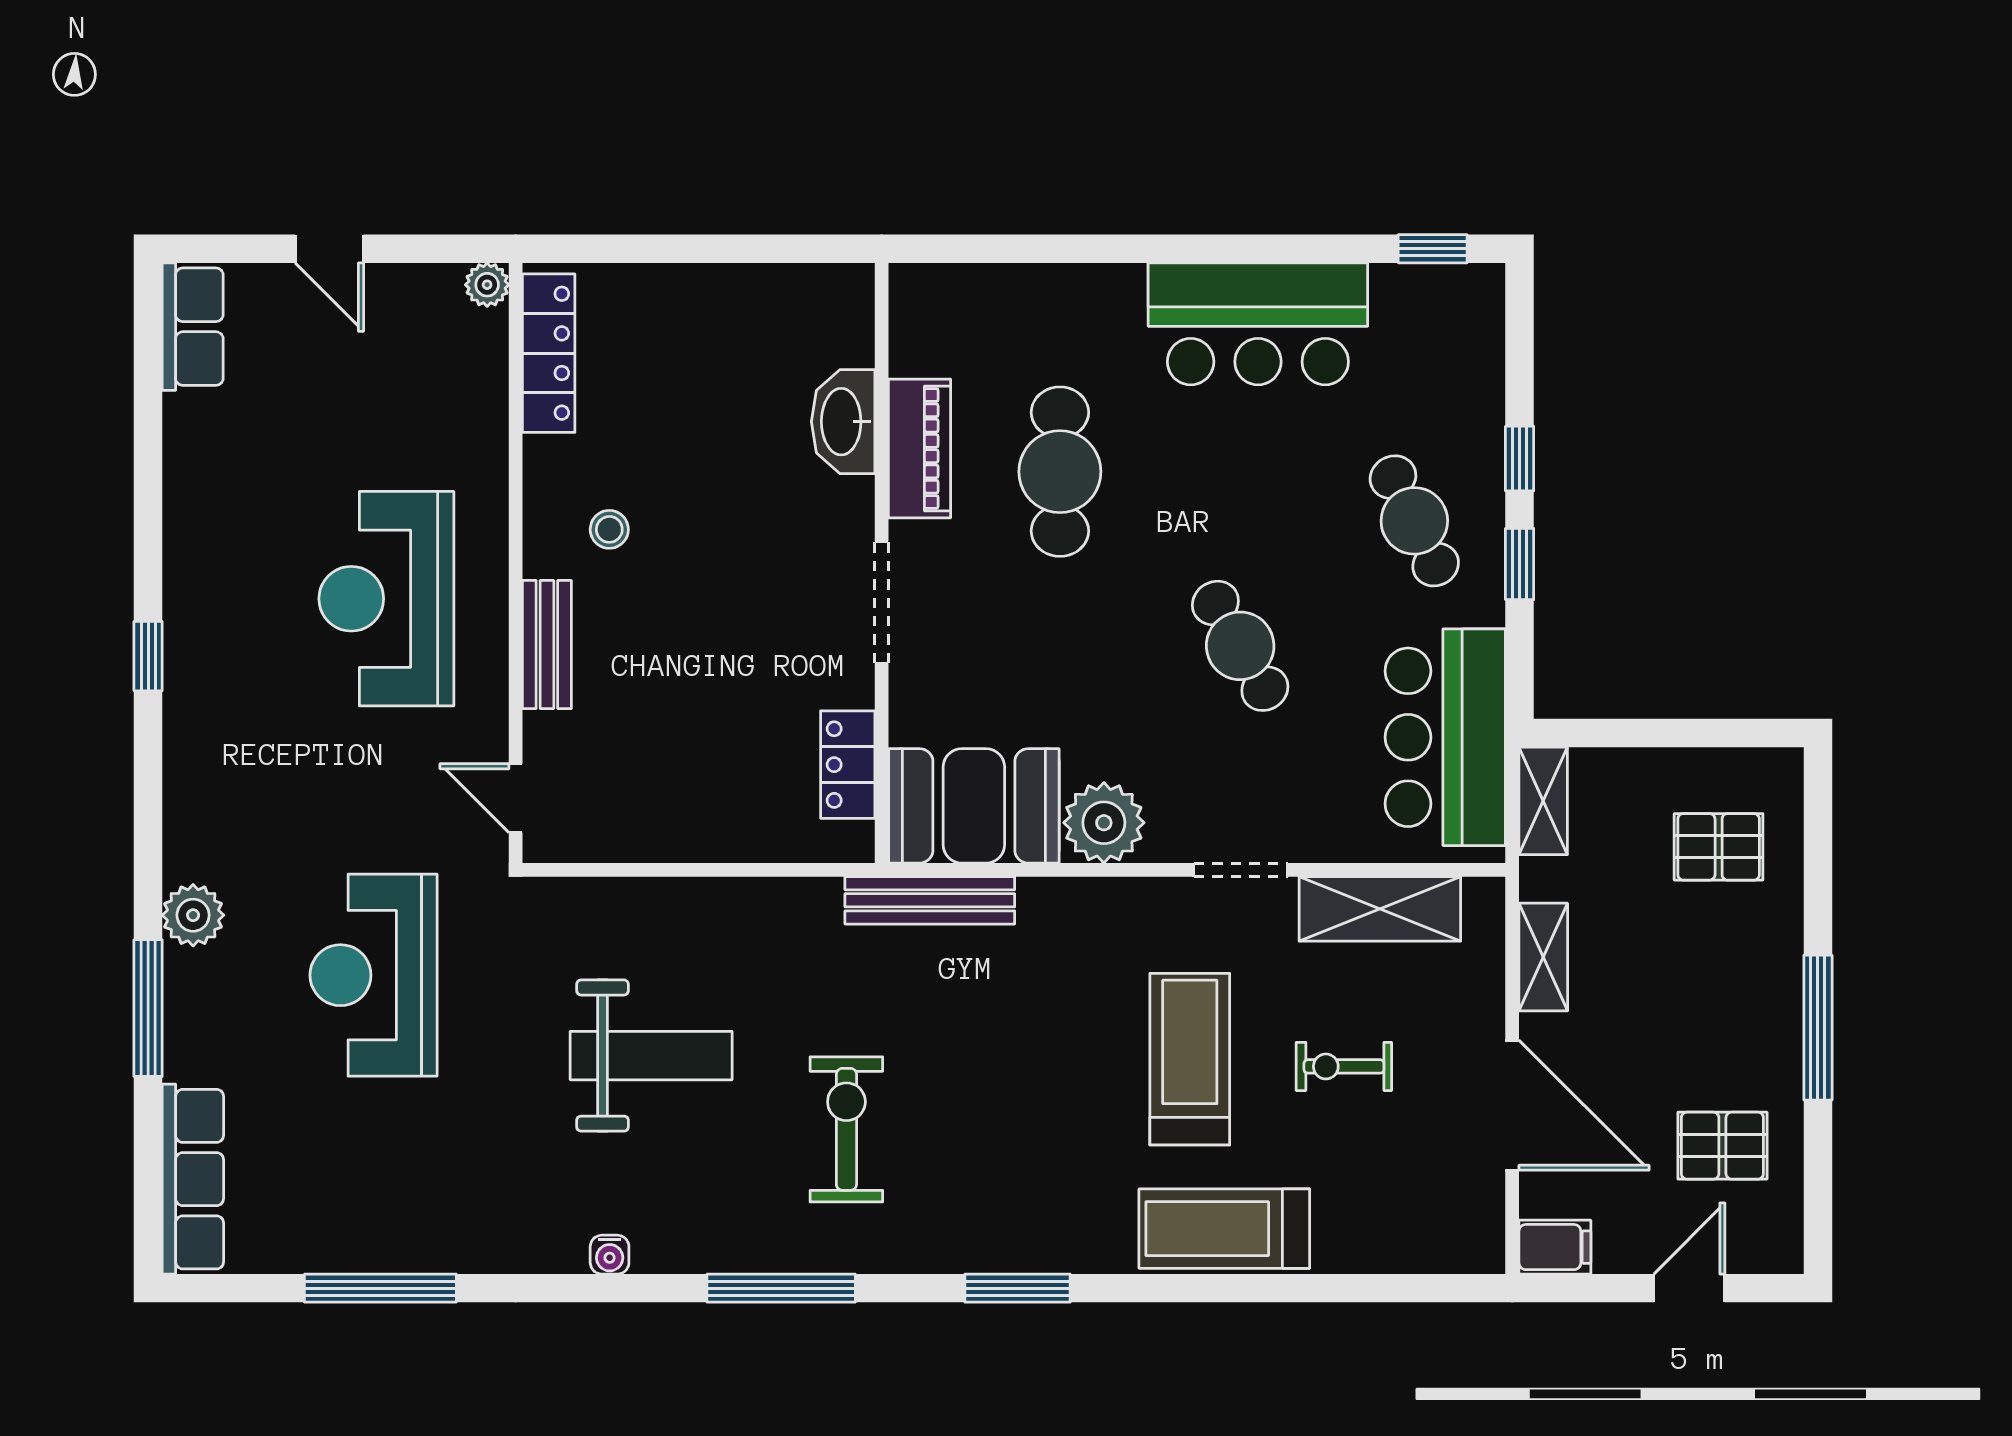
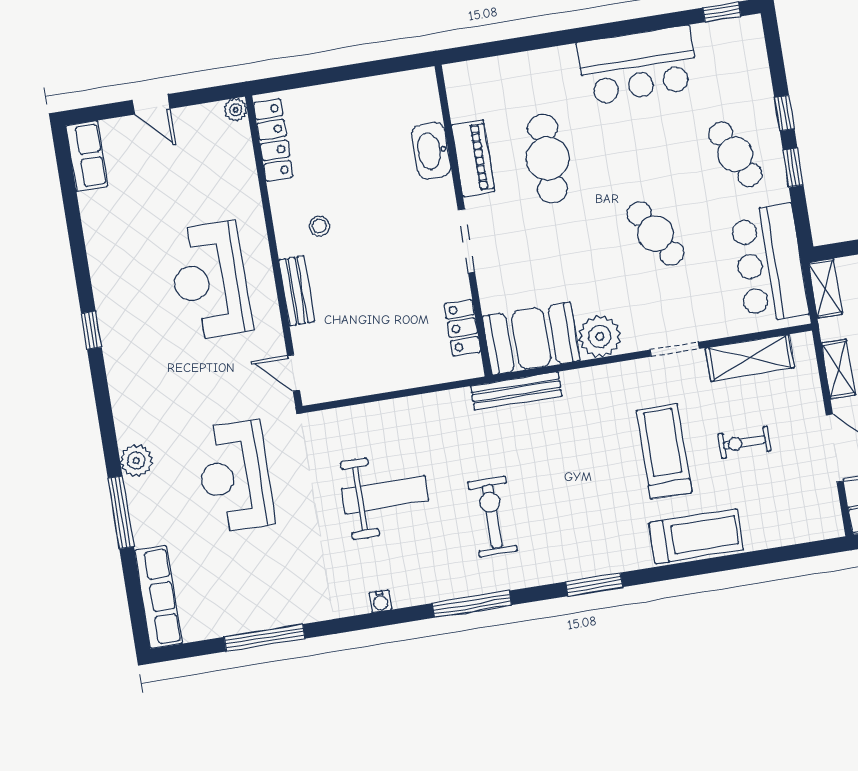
treadmill: (1224, 1229) -> (696, 536), turned 180

